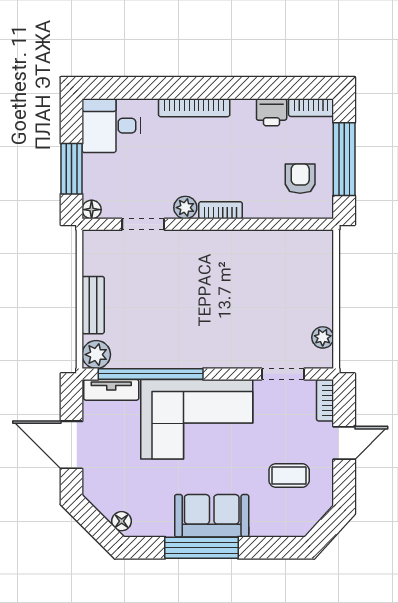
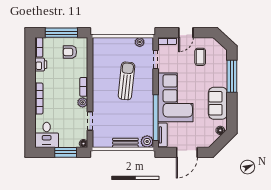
sun lounger: (234, 307) -> (126, 81), added
door: (344, 443) -> (186, 33), swing flipped
sofa: (212, 516) -> (218, 103), moved
window: (202, 548) -> (232, 76), moved

